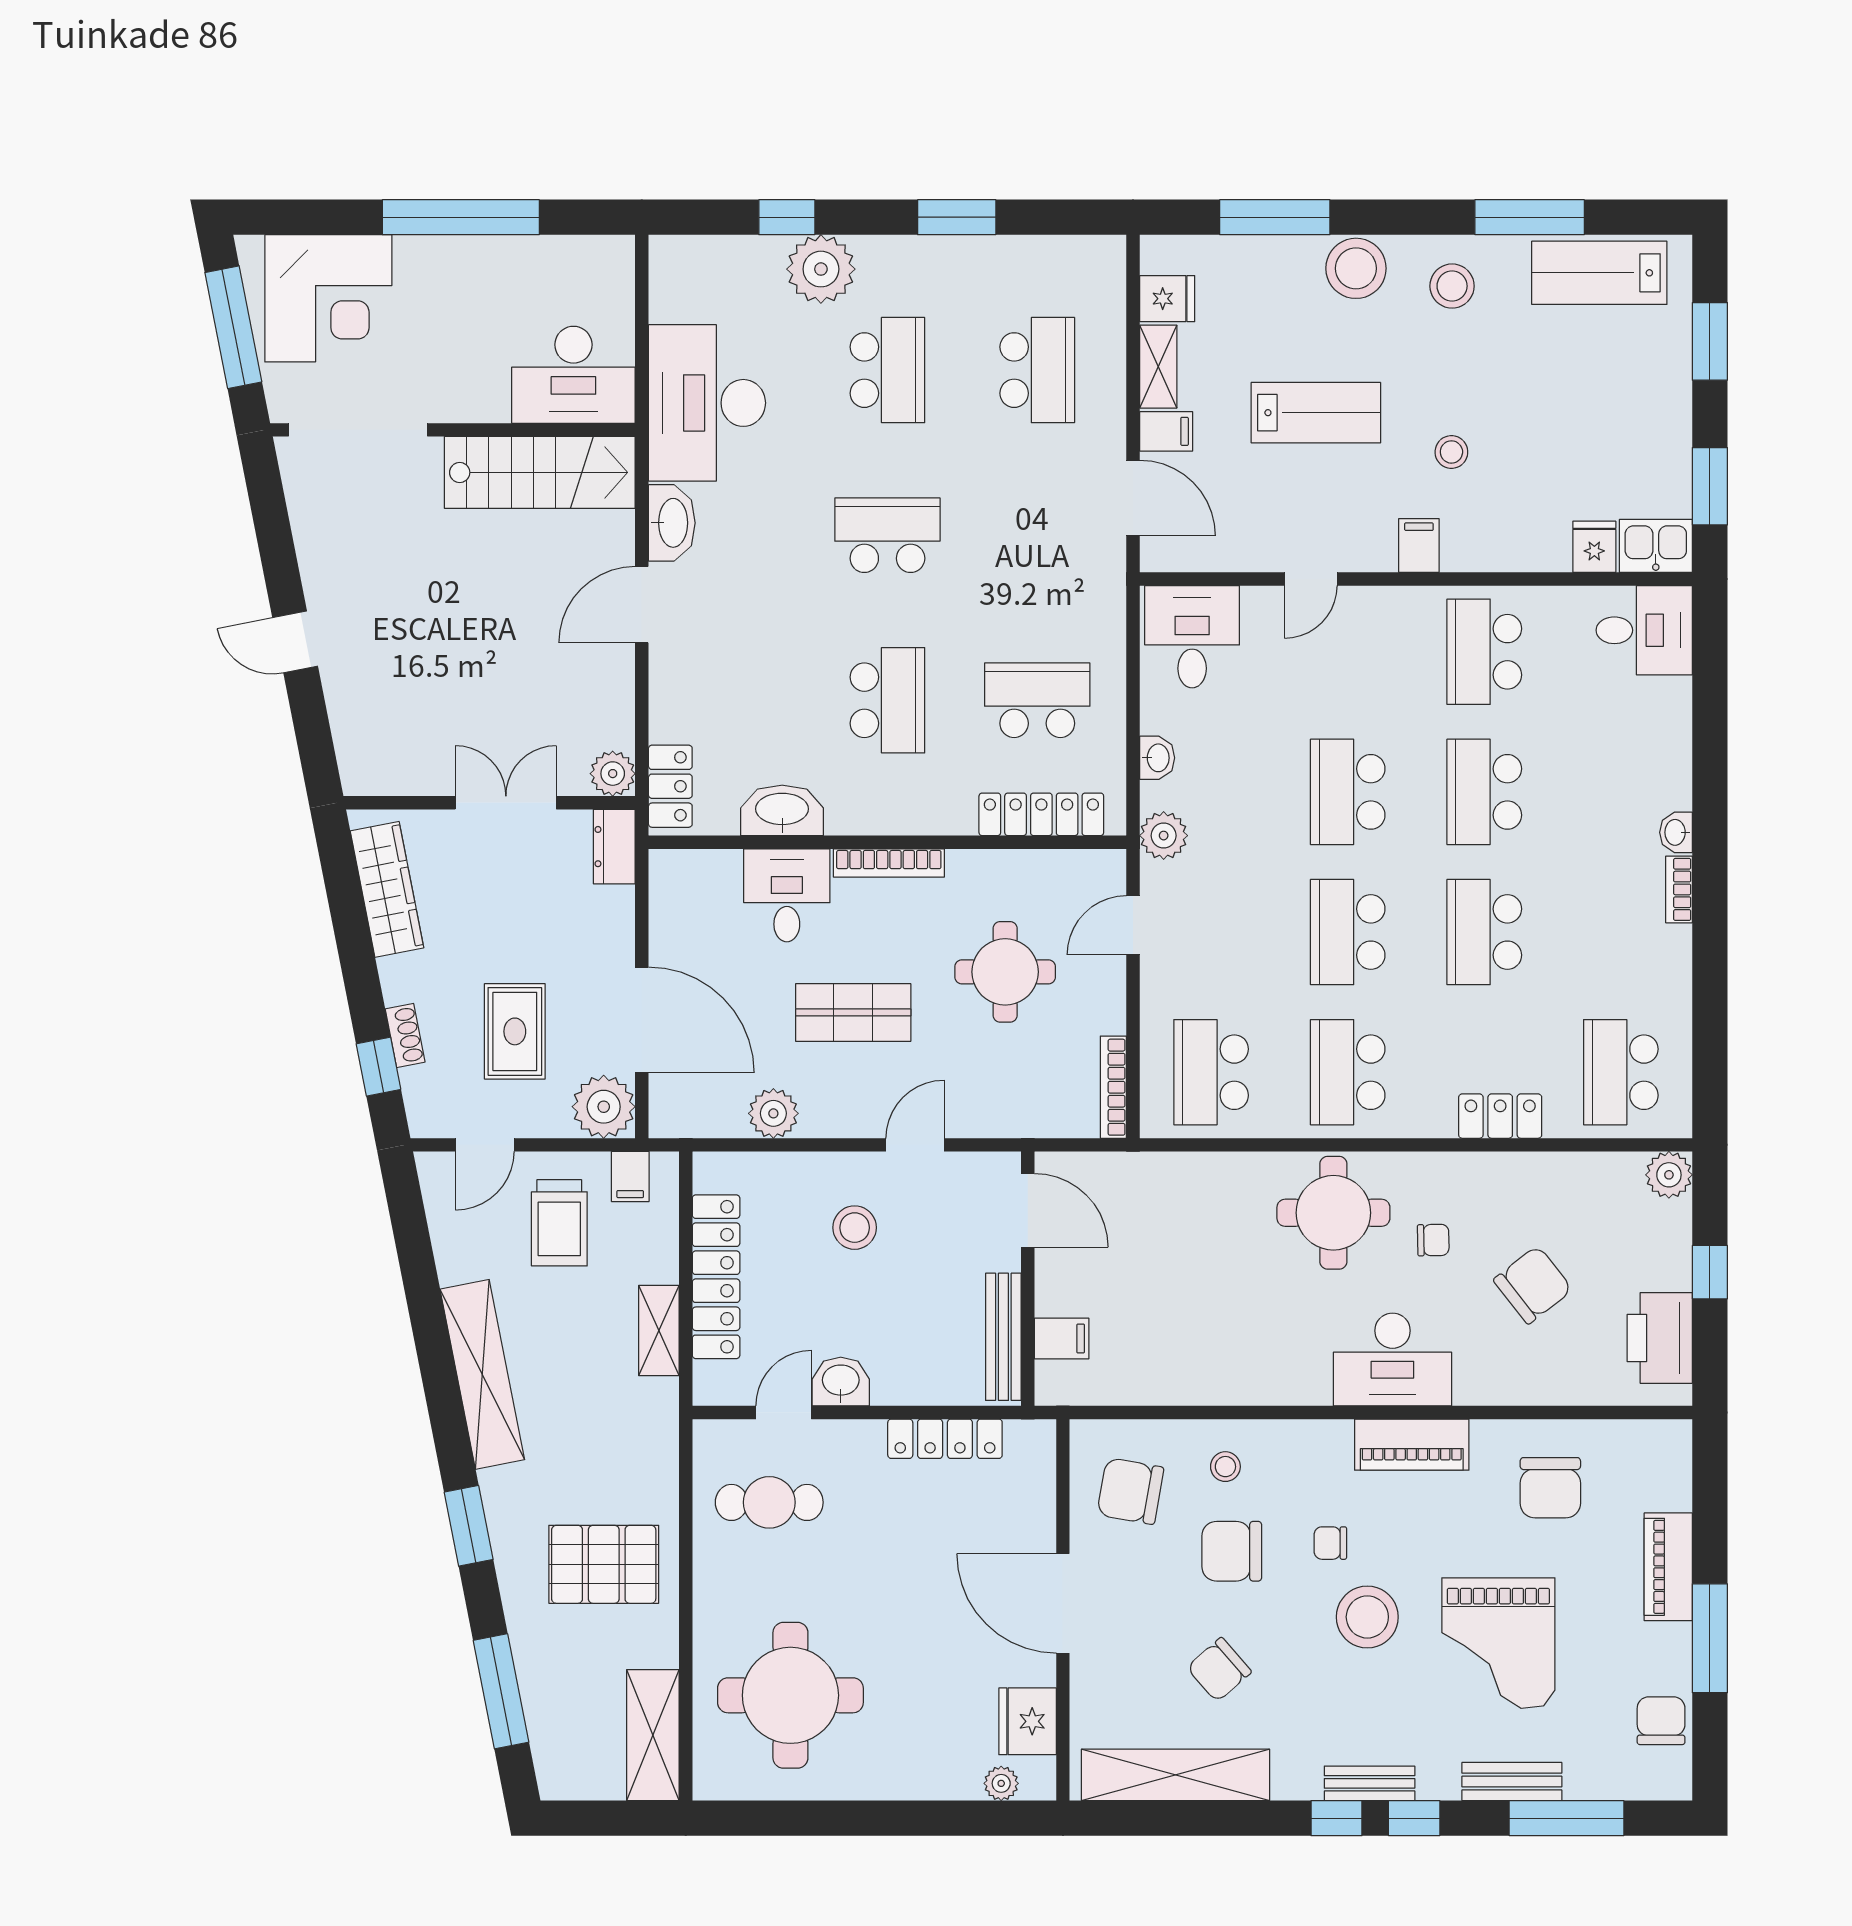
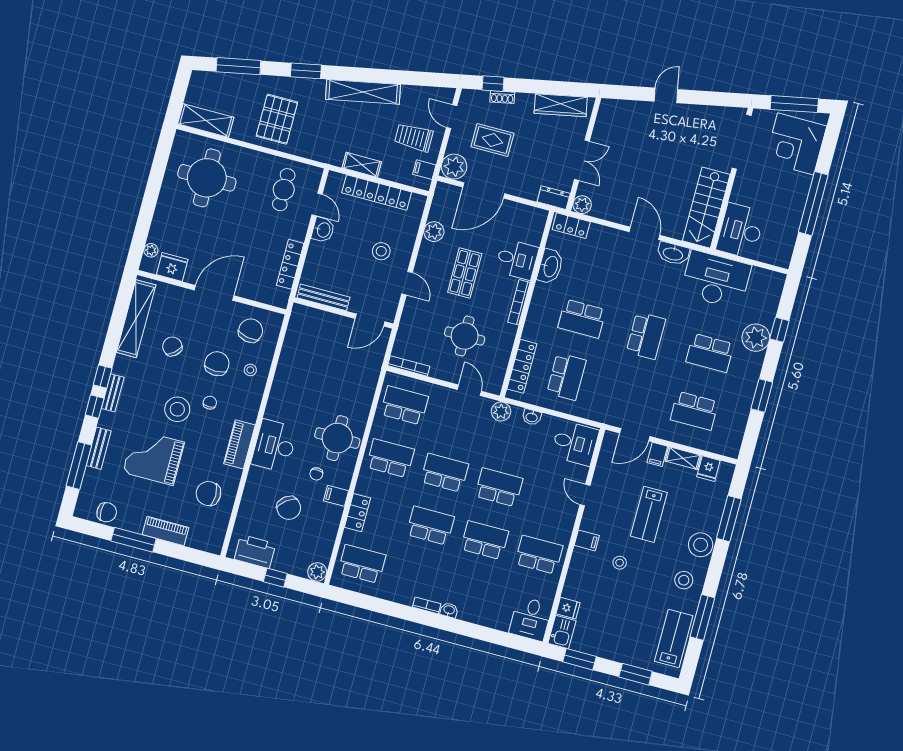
filing cabinet: (1062, 1339) -> (336, 496), moved, turned 90

